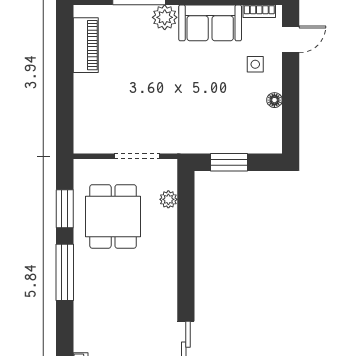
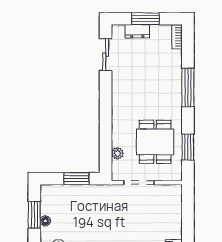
window: (291, 109) -> (34, 215), added
window: (65, 272) -> (188, 88), moved

